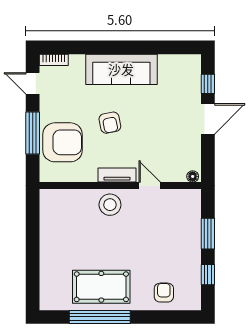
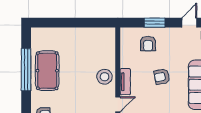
window: (33, 133) -> (155, 23), width x0.69
armchair: (63, 142) -> (148, 44), width x0.53, depth x0.53

